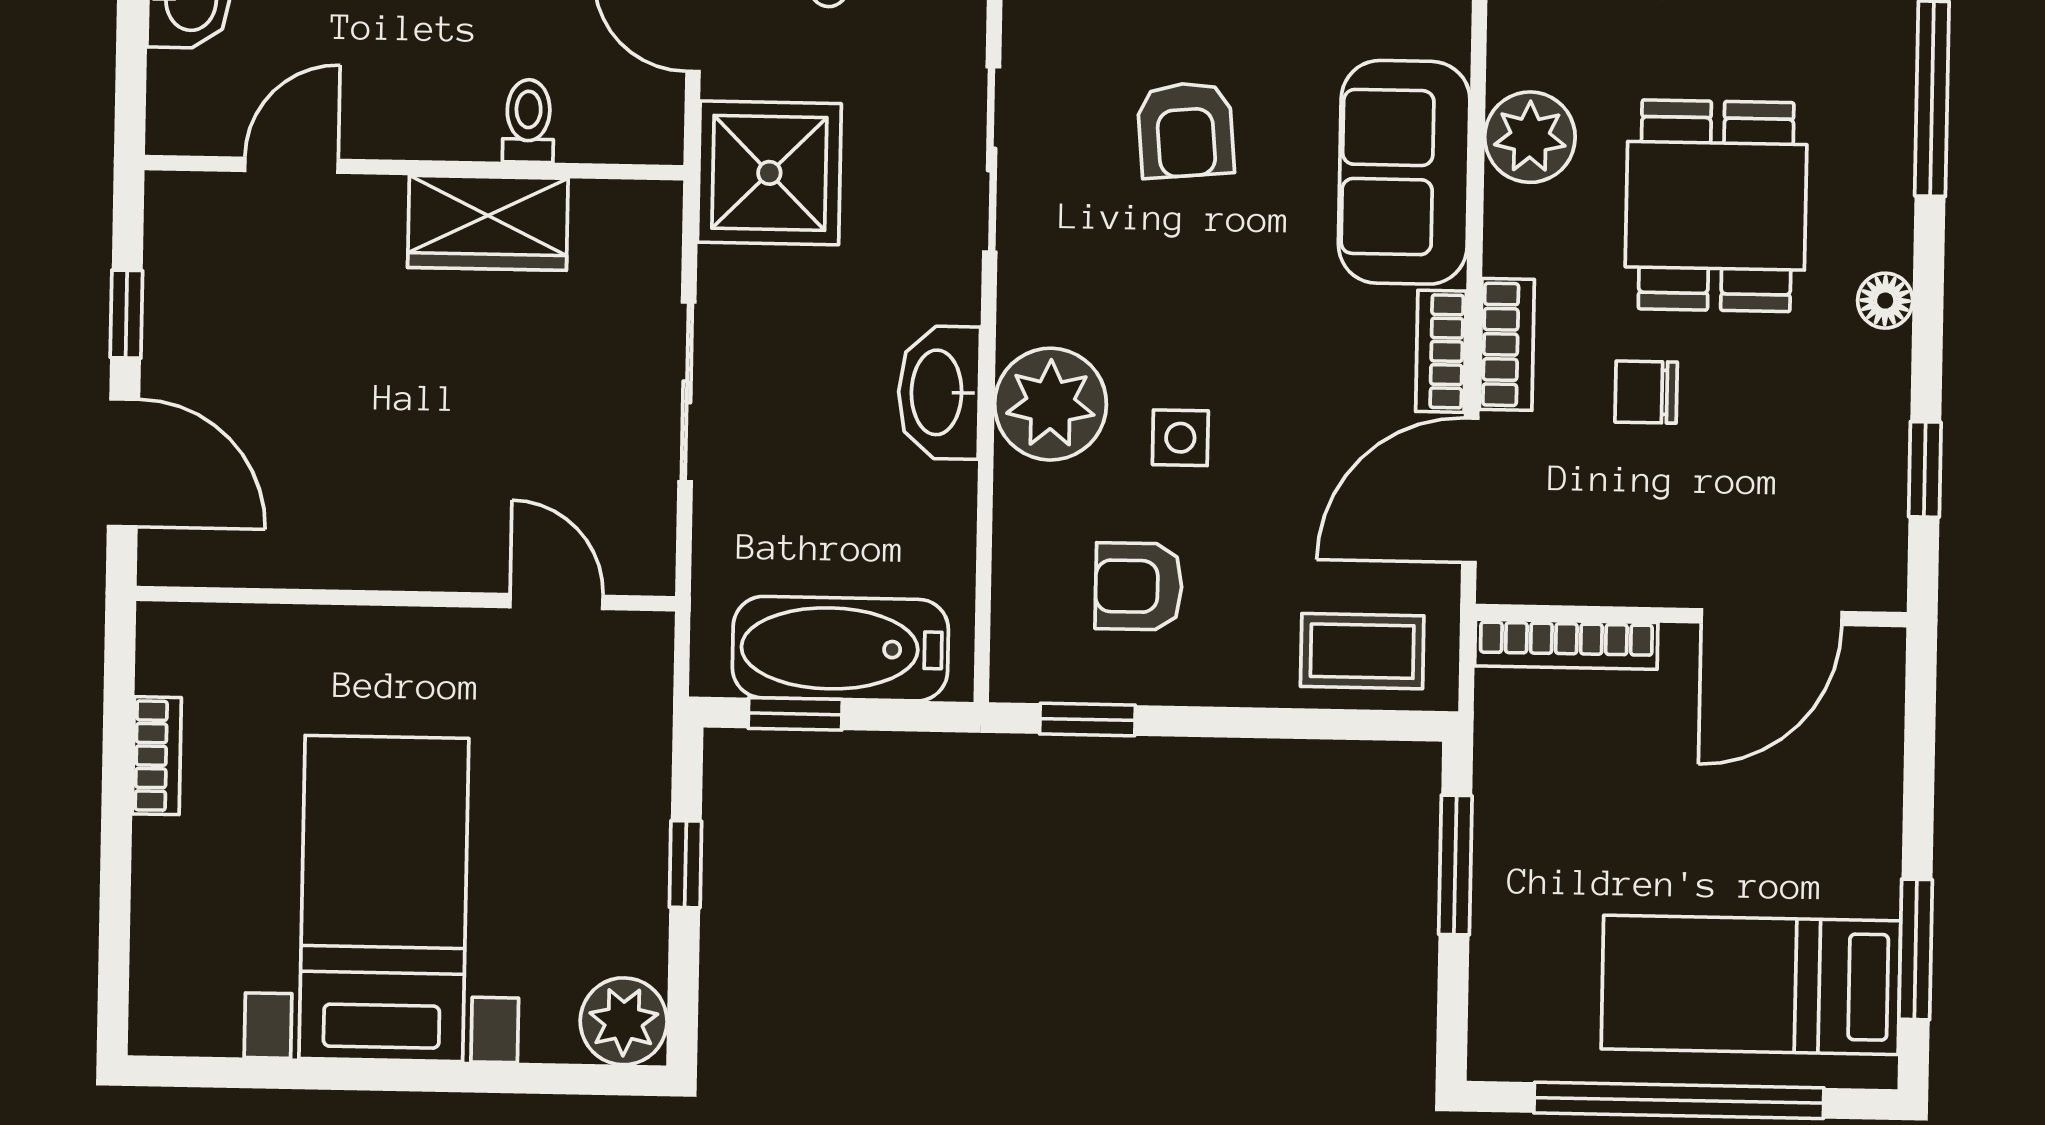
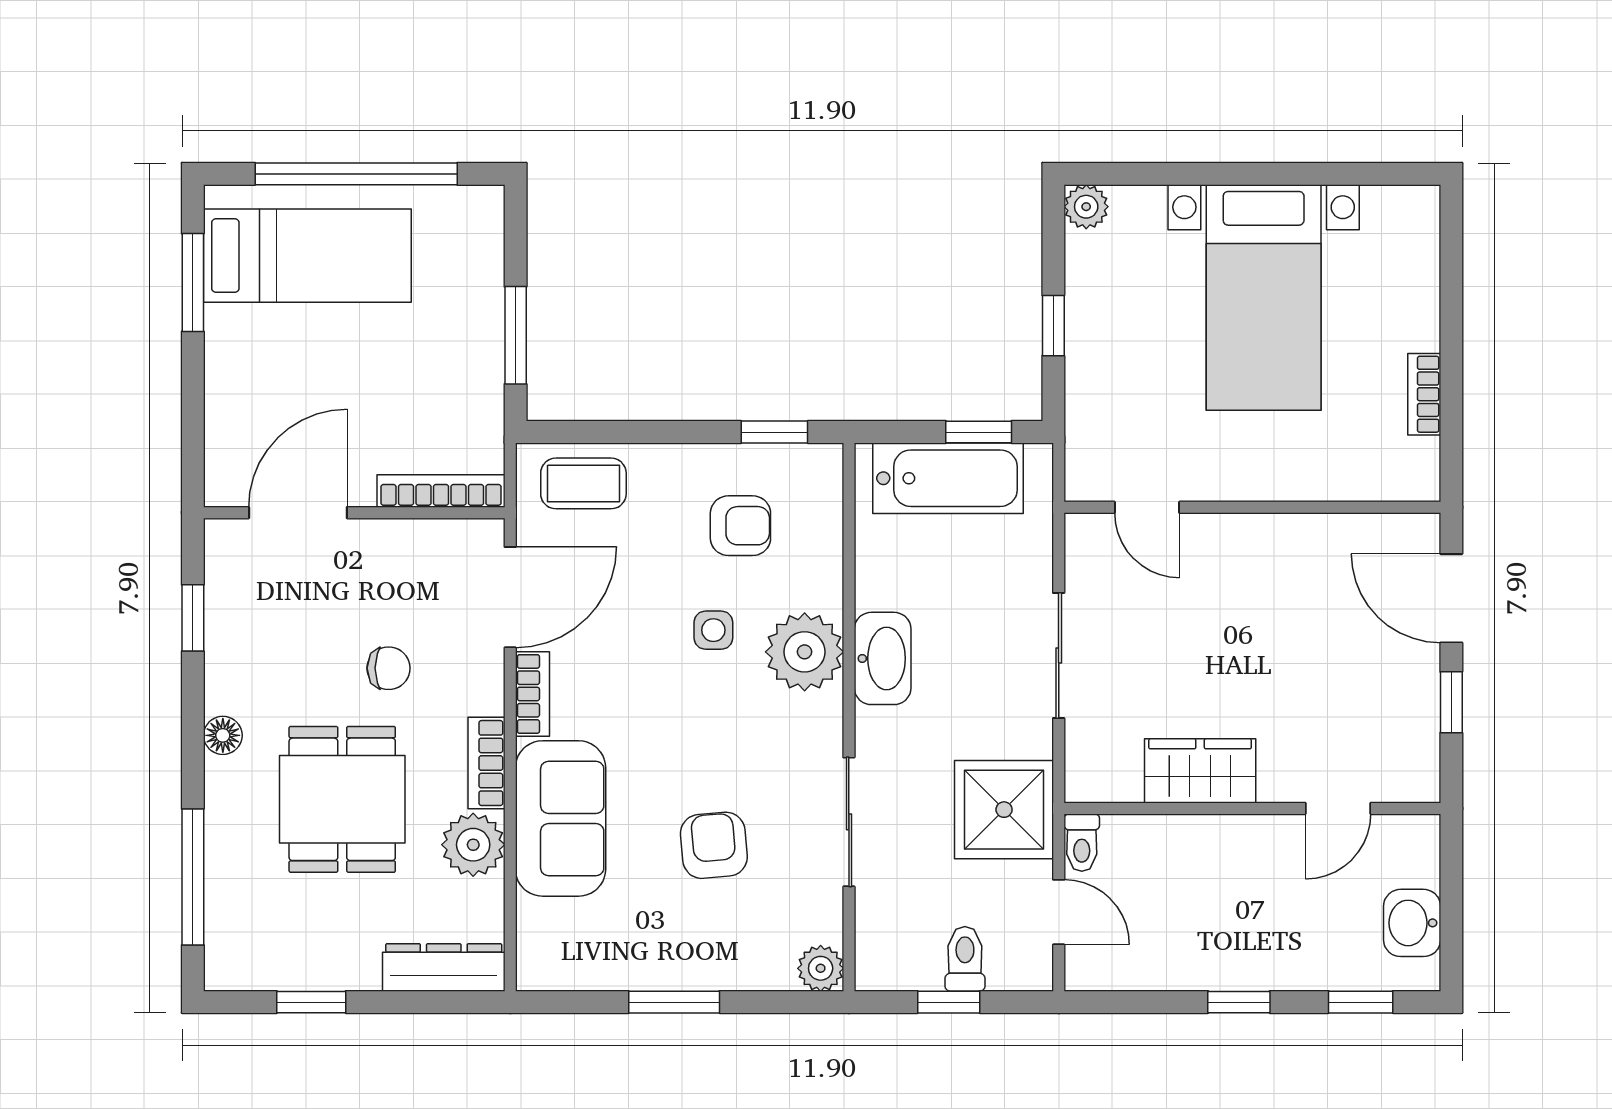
toilet: (528, 121) -> (1082, 843), moved
bookcase: (1507, 344) -> (486, 763), moved
plant: (624, 1021) -> (1086, 207), width x0.73, depth x0.73

